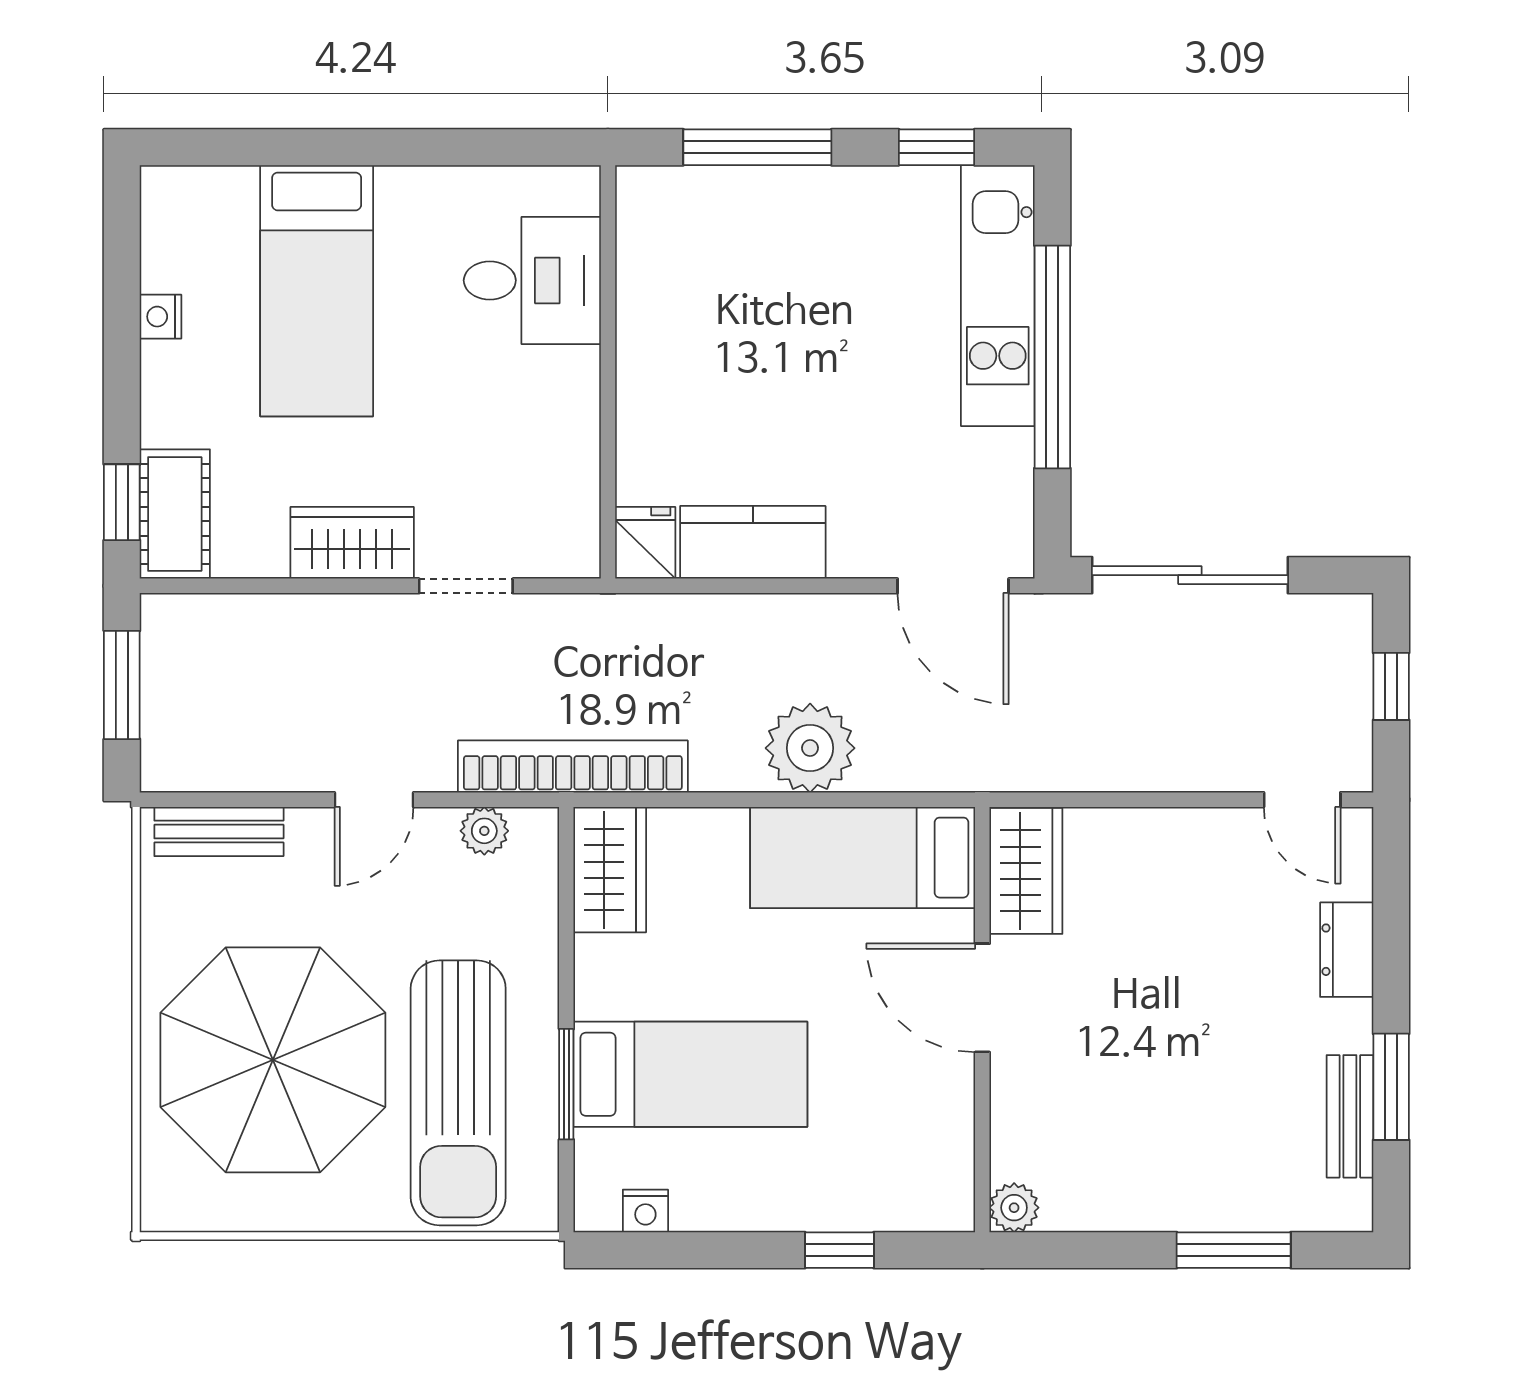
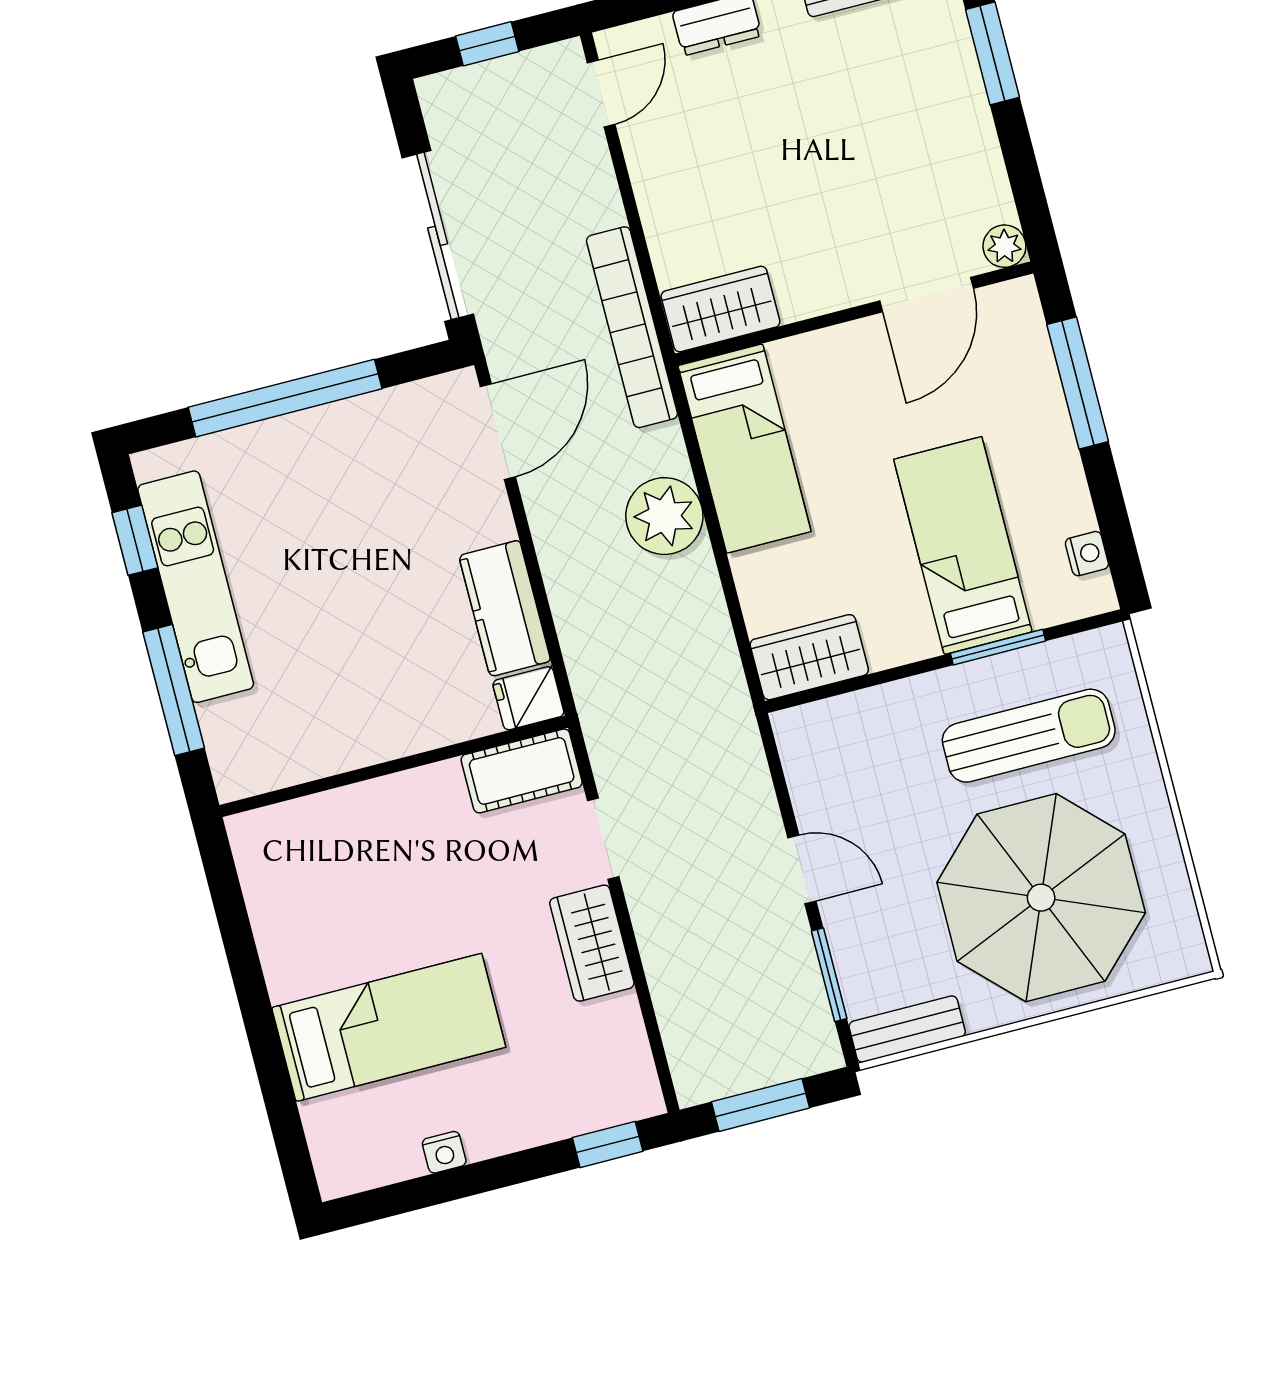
desk: (532, 280) -> (334, 849), removed
kitchen unit: (998, 296) -> (196, 587), moved, turned -90
cot: (175, 514) -> (522, 771), moved
bookcase: (573, 767) -> (632, 327), moved
window: (248, 800) -> (829, 975), added
plant: (484, 831) -> (804, 770), removed
bench: (219, 832) -> (907, 1029), moved, turned 90
door: (982, 998) -> (927, 295), moved
sun lounger: (458, 1093) -> (1029, 736), width x0.73, depth x0.75
window: (839, 1250) -> (1078, 383), width x2.17

